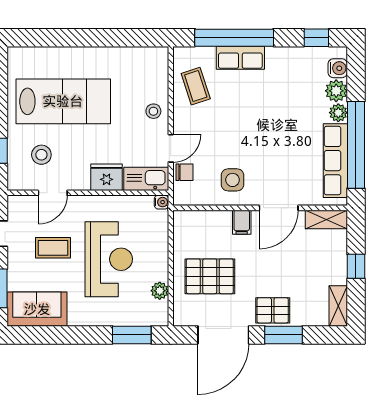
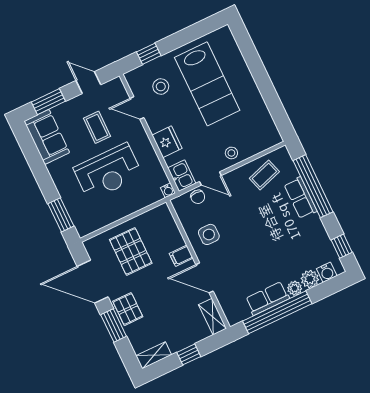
row of seats: (335, 161) -> (267, 299), width x0.68
kitchen sink: (146, 179) -> (182, 176), width x0.73
plant: (160, 291) -> (103, 220), removed

